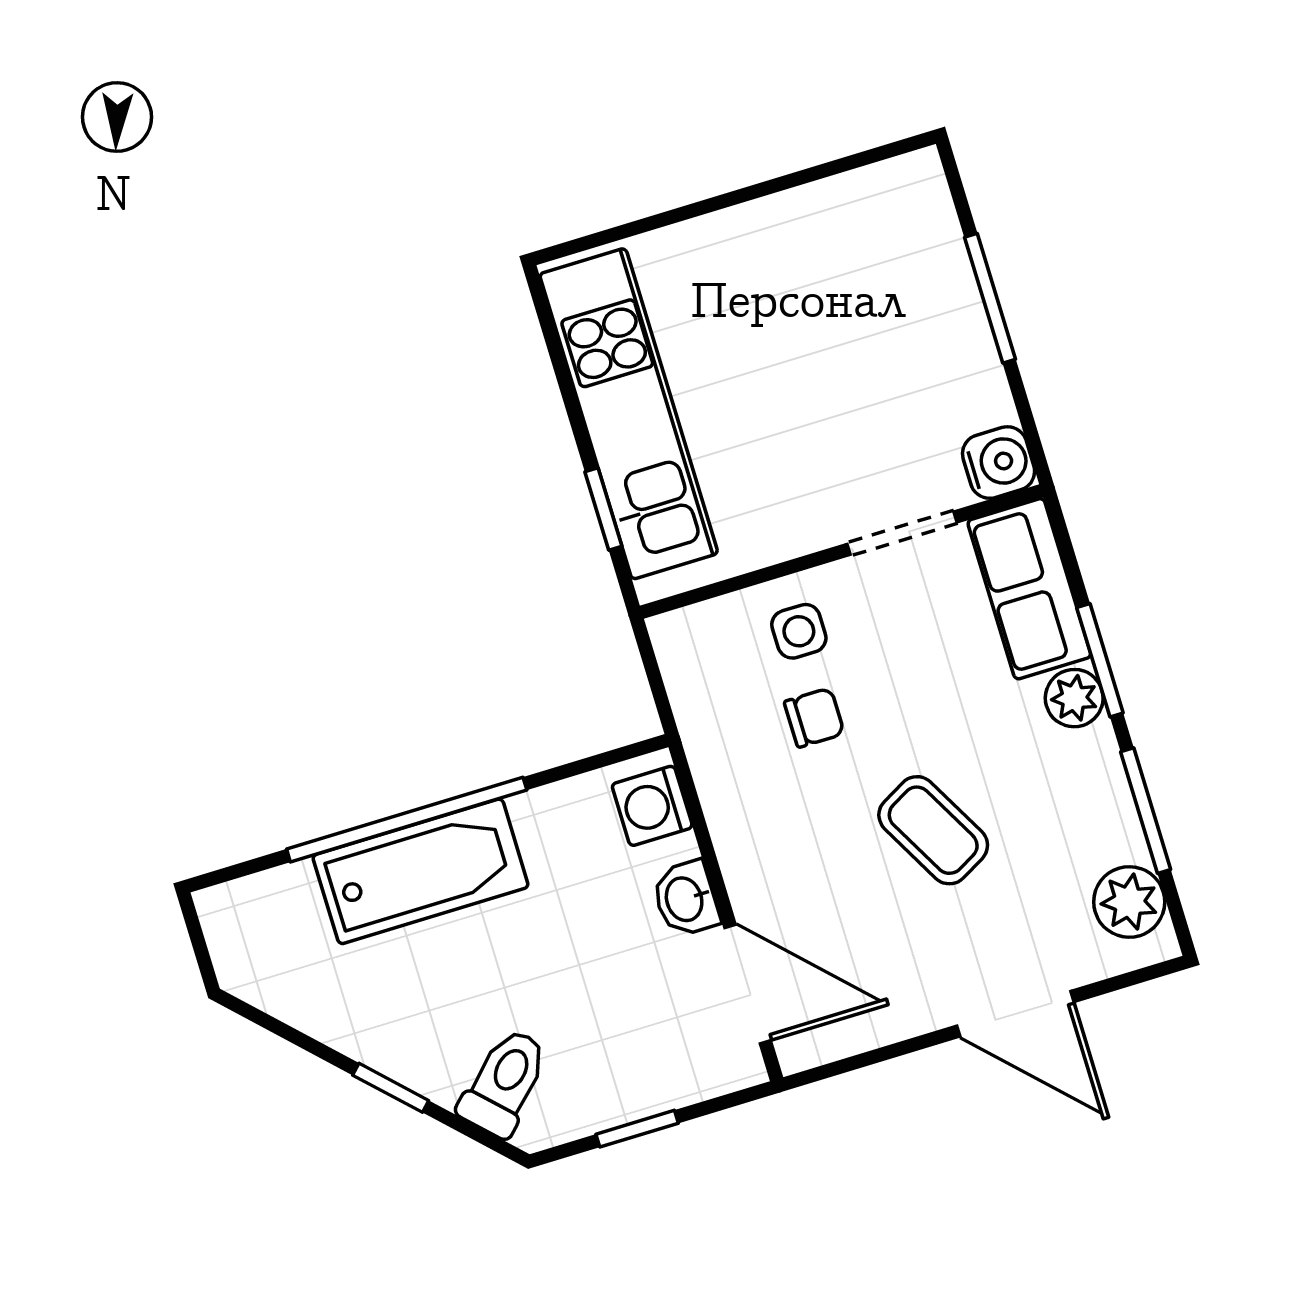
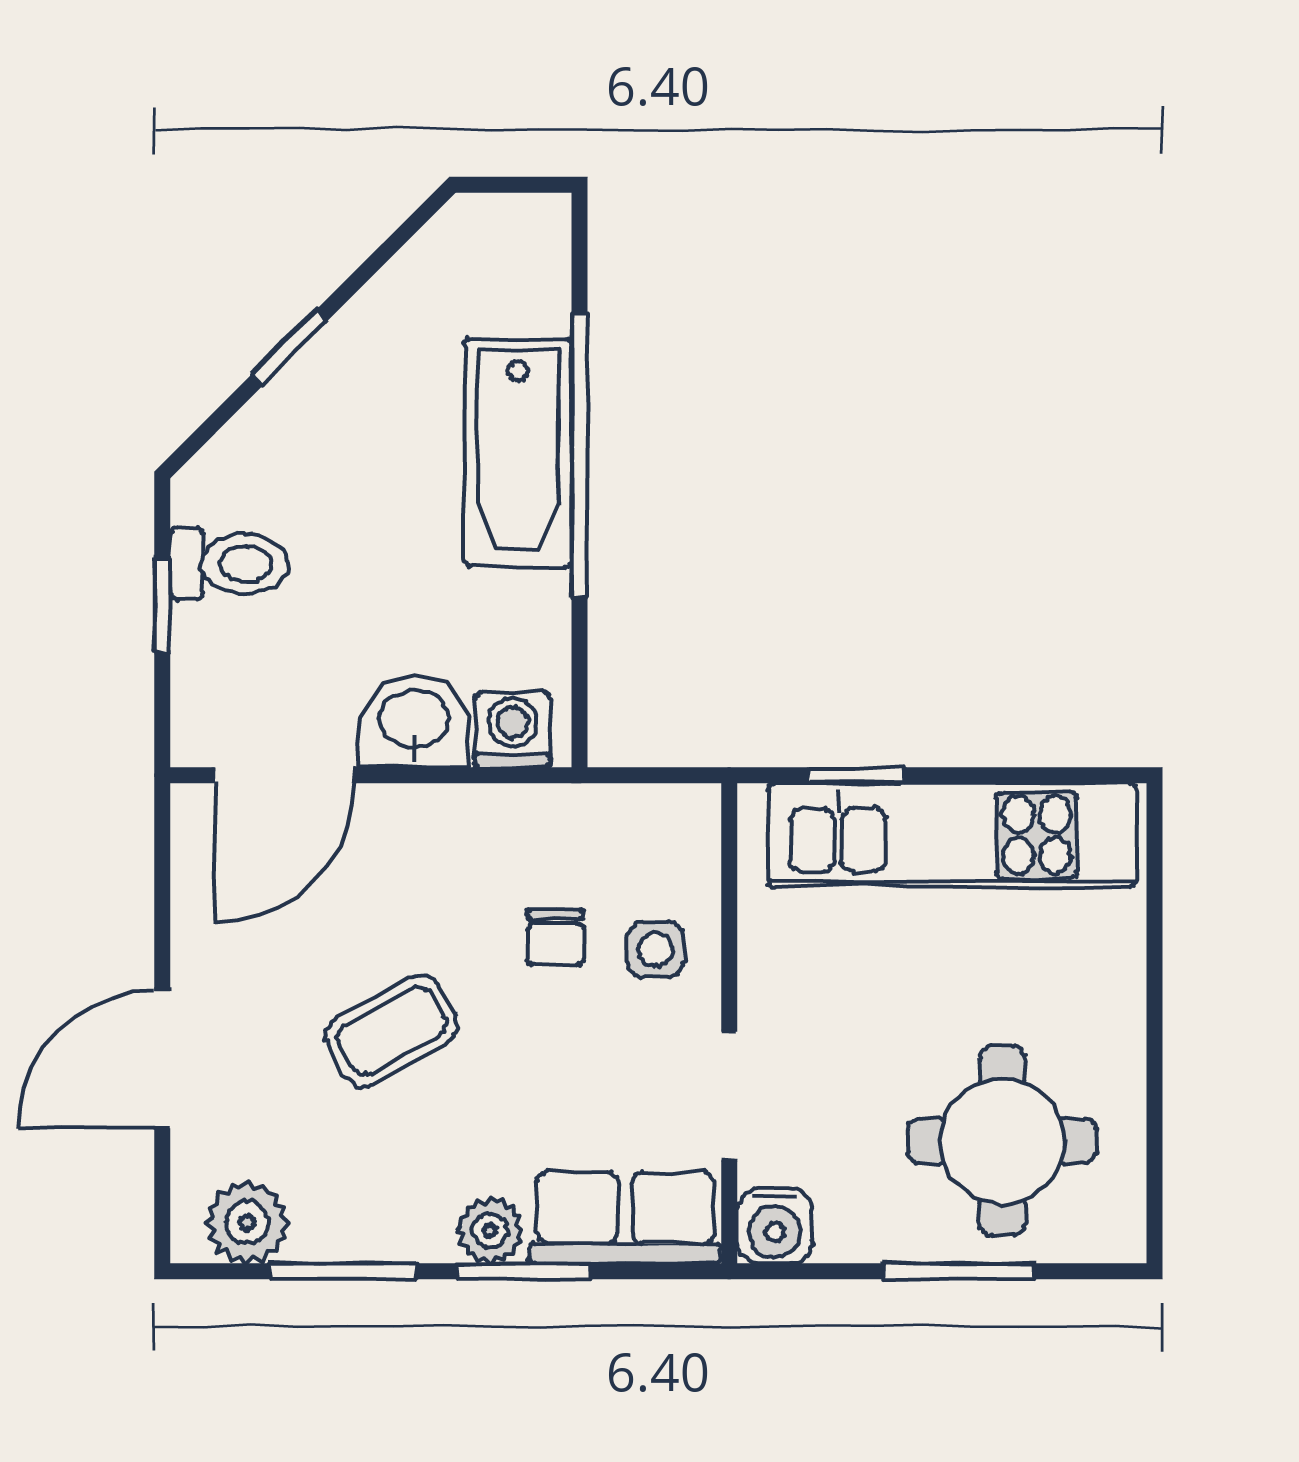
round table: (870, 295) -> (1002, 1141), added
washbasin: (686, 899) -> (414, 721), width x1.38, depth x1.45
toilet: (504, 1082) -> (229, 564), moved, turned -45

